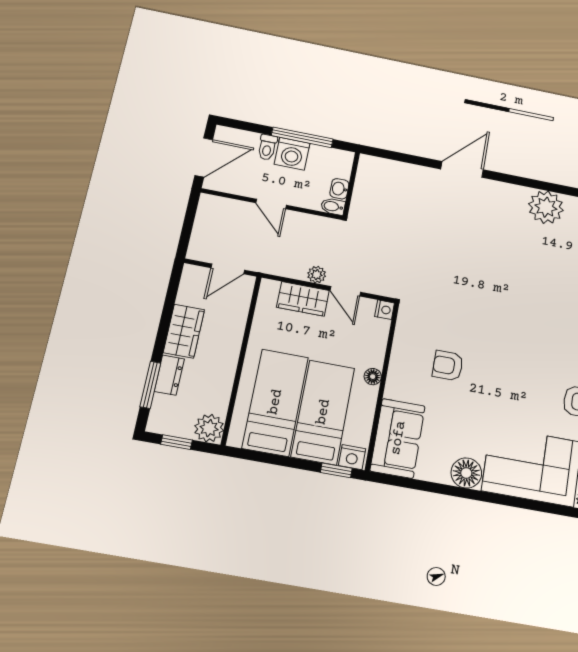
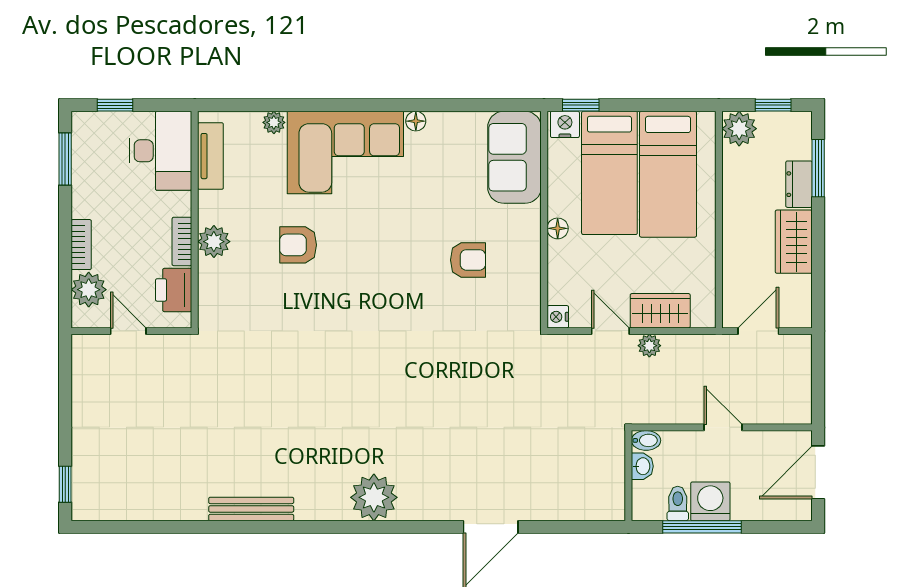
toilet: (267, 147) -> (678, 504), moved
floor lamp: (466, 473) -> (416, 121), width x0.53, depth x0.53

